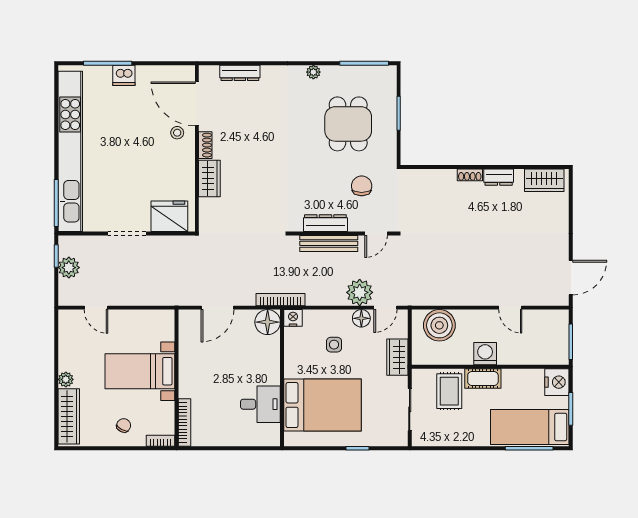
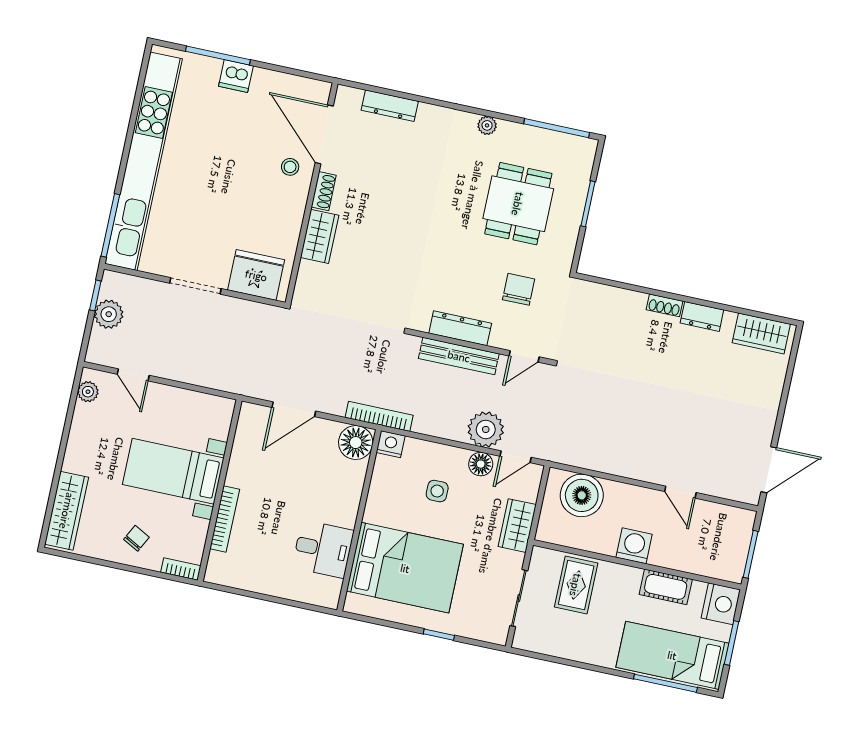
plant: (66, 379) -> (88, 392), moved
cot: (483, 379) -> (666, 587), moved
bookcase: (184, 422) -> (225, 519), moved

